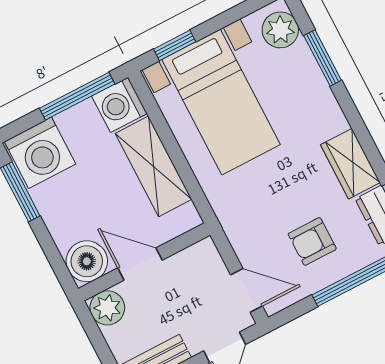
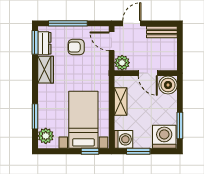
window: (77, 96) -> (138, 151), width x0.69
shelving: (153, 166) -> (121, 102), width x0.67, depth x0.75
armchair: (312, 241) -> (76, 47), turned 180
plant: (107, 308) -> (122, 63), moved

